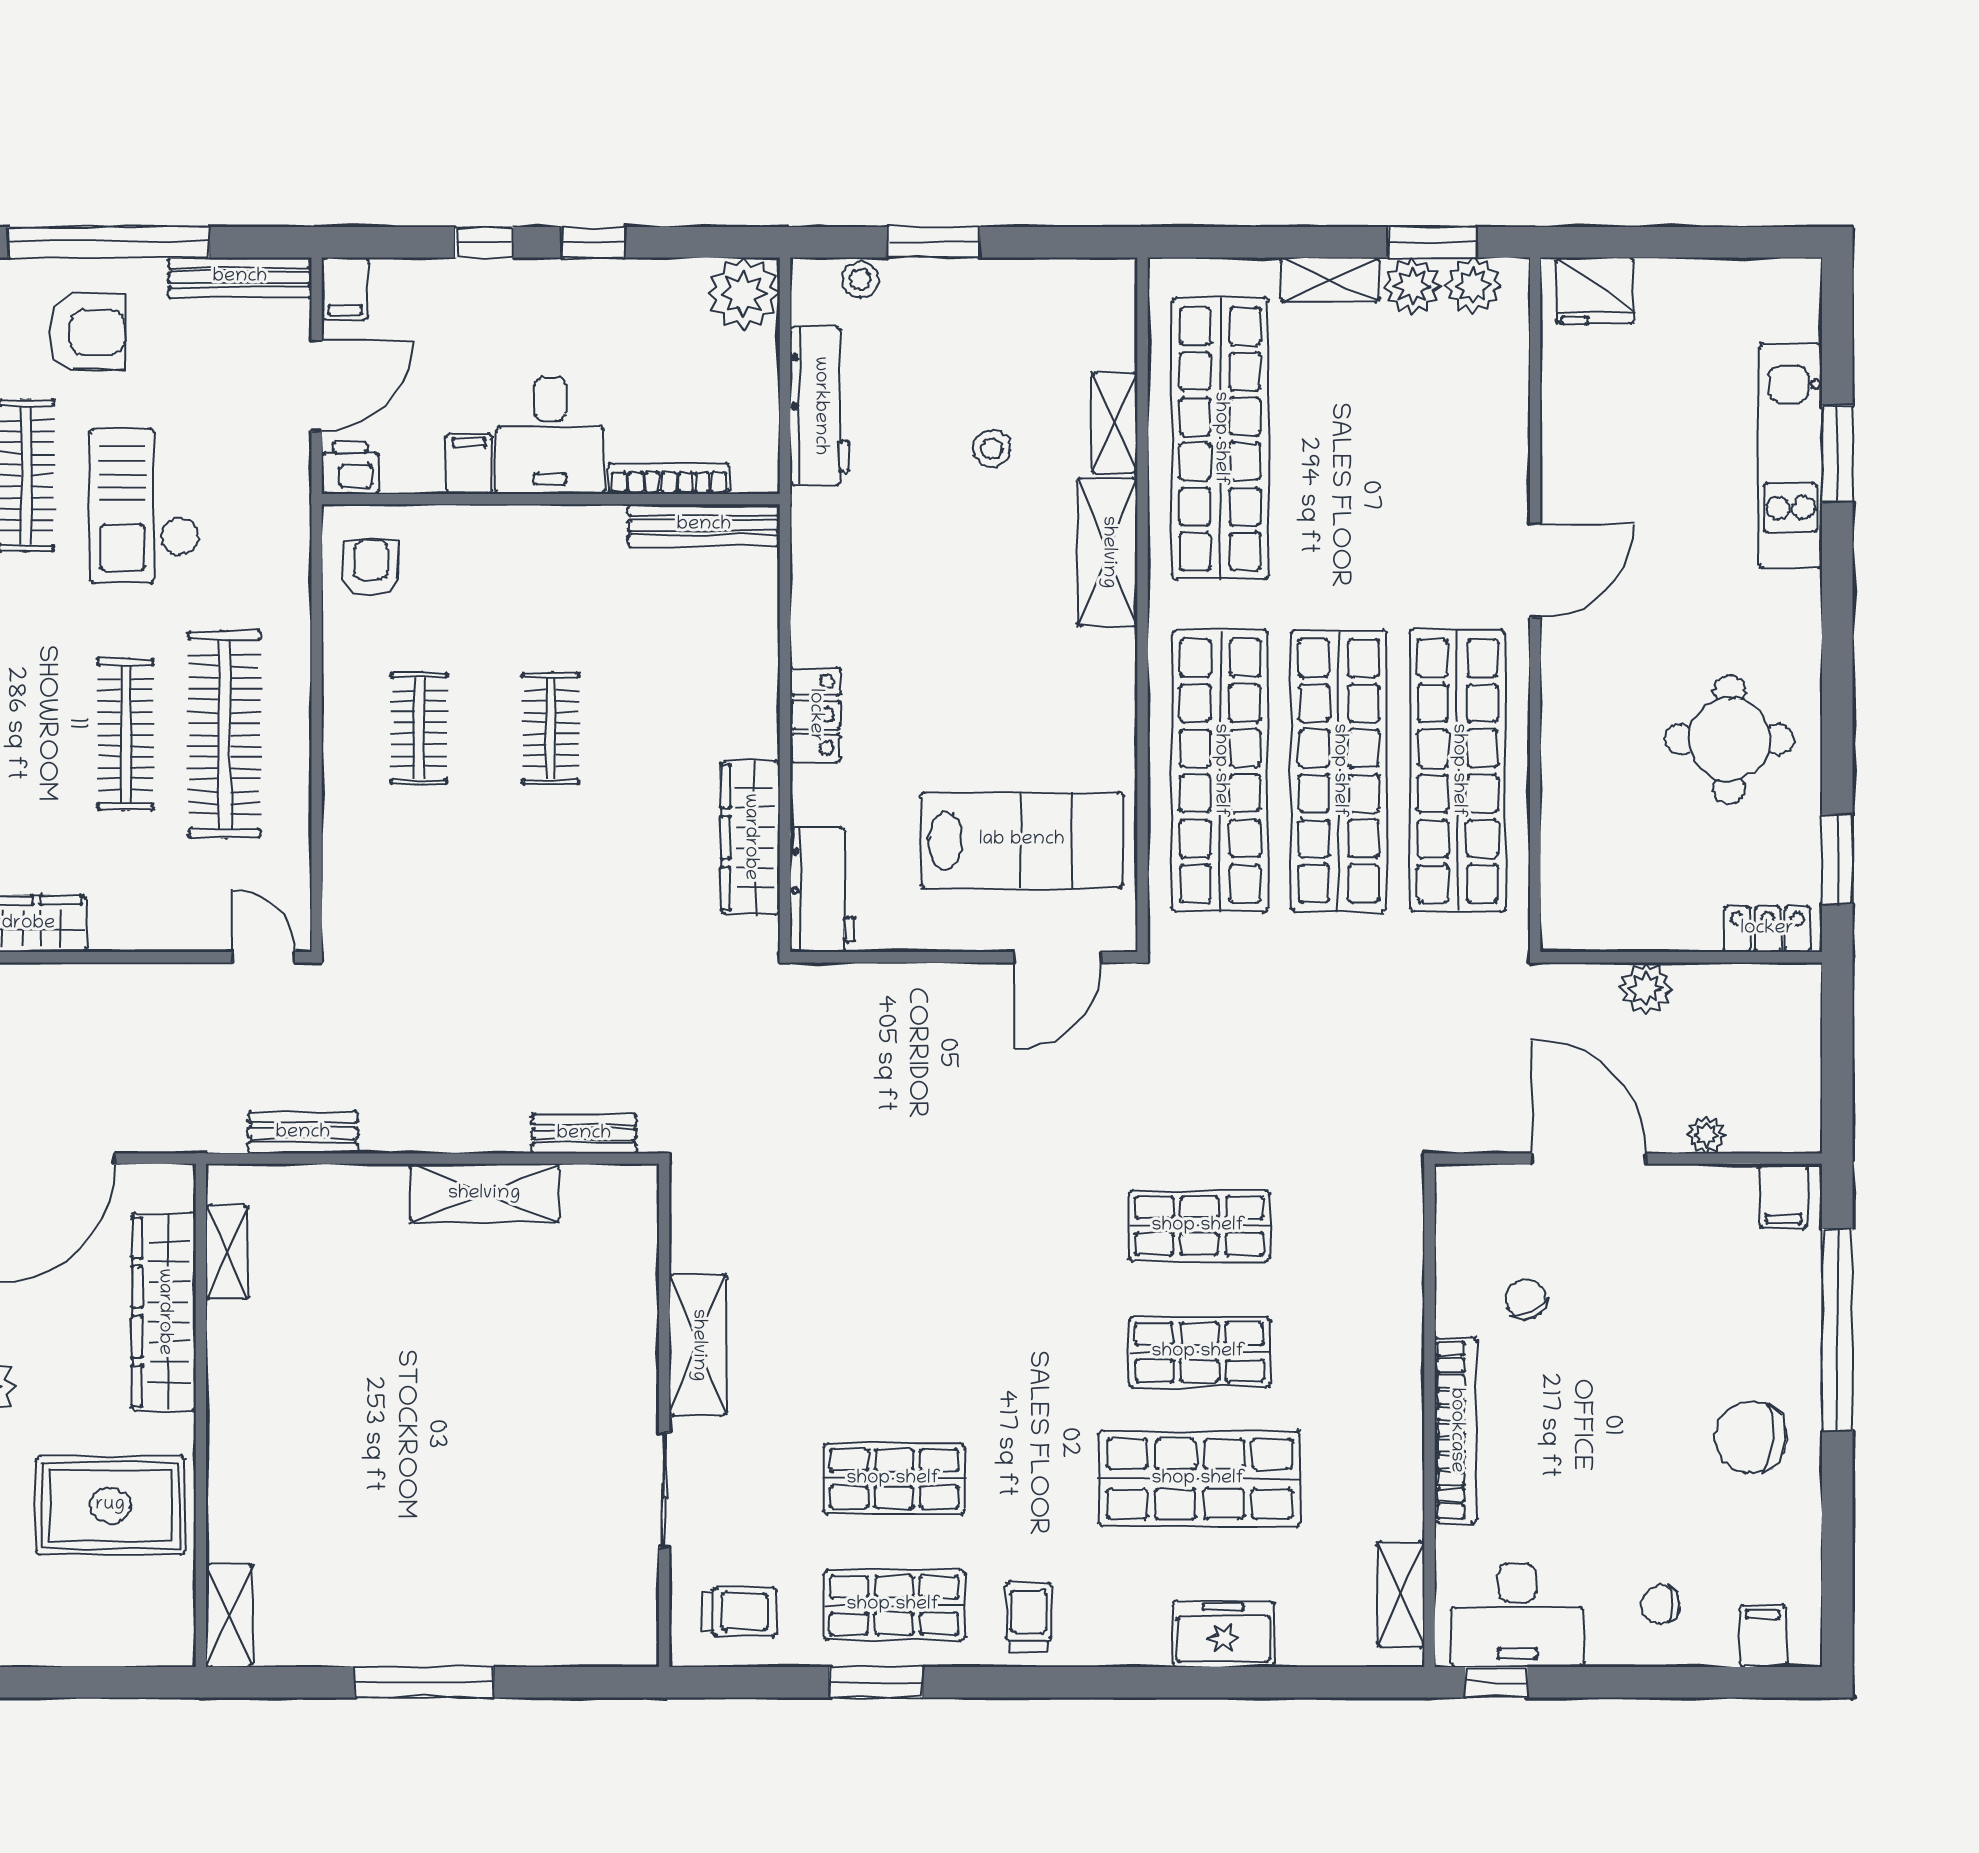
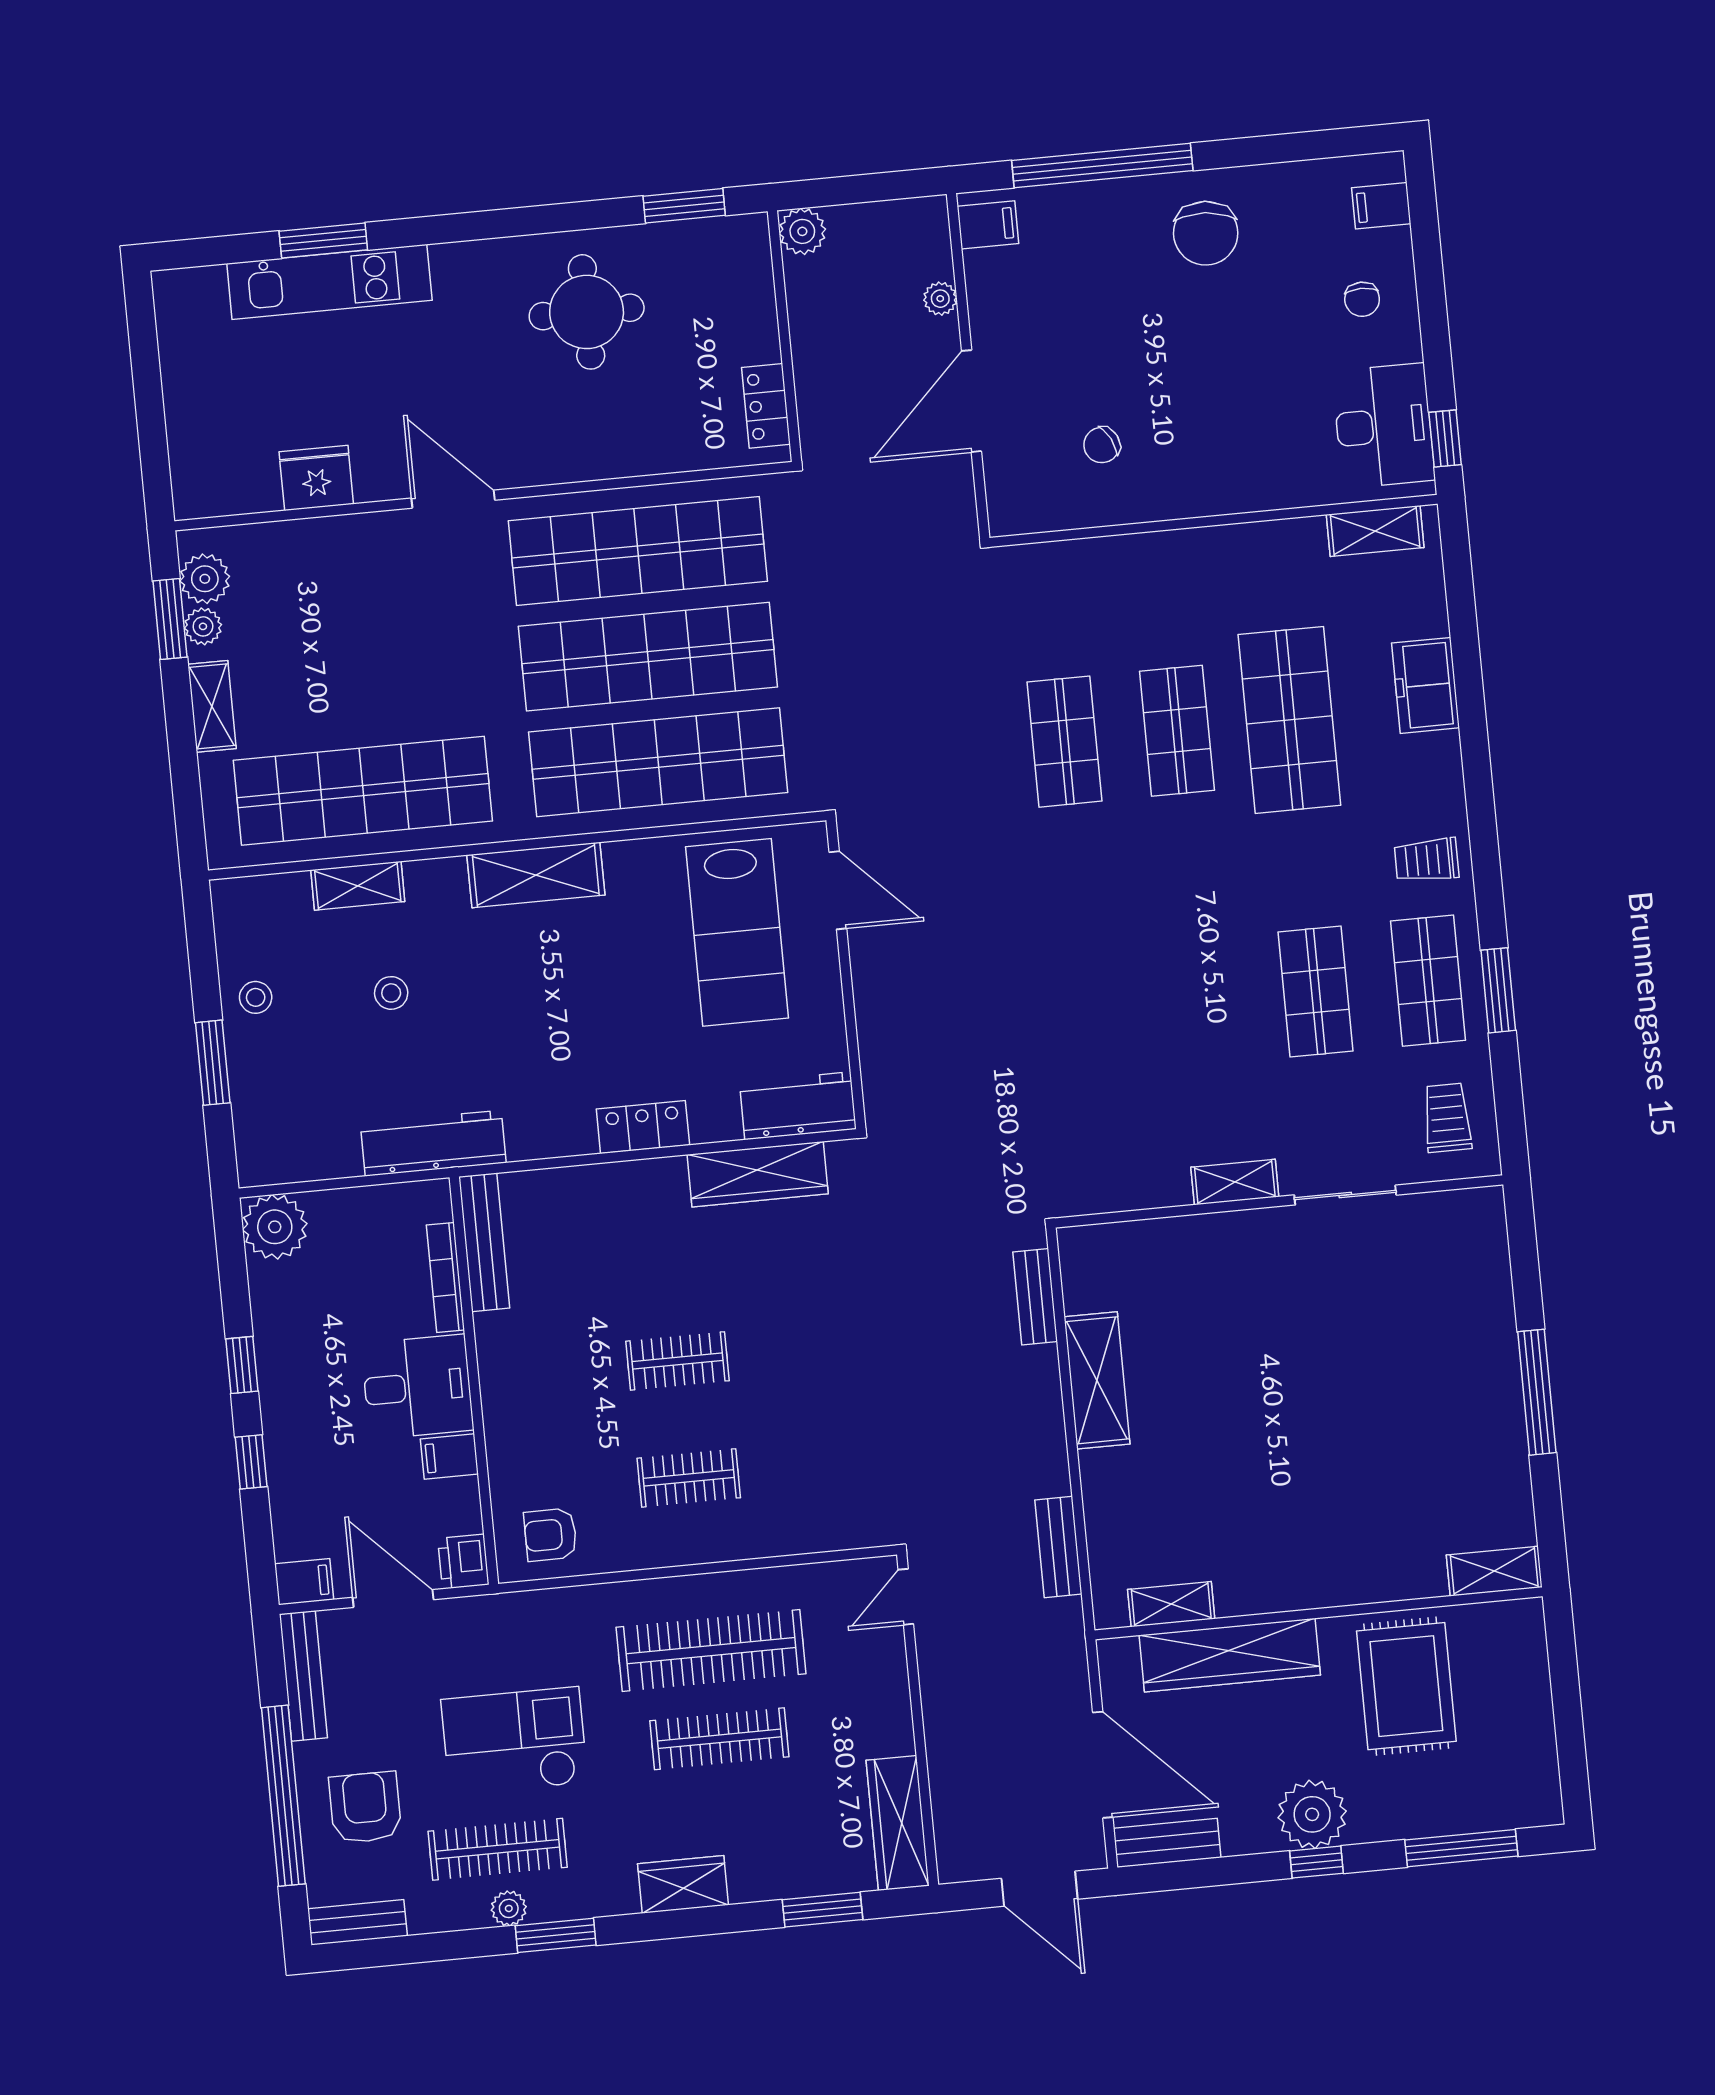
stool: (860, 279) -> (256, 997), moved
plant: (1412, 286) -> (203, 626), width x0.73, depth x0.73
fridge: (1595, 291) -> (316, 478), moved, turned -90
workbench: (820, 406) -> (433, 1143), moved
checkout: (145, 506) -> (514, 1741), turned 180
shelving: (1108, 552) -> (536, 875), moved
lab bench: (1022, 840) -> (737, 932), turned 180
locker: (1767, 929) -> (766, 406), moved
plant: (1645, 988) -> (802, 231), moved
shelving: (698, 1345) -> (1235, 1182), width x0.67, depth x0.75
bookcase: (1456, 1430) -> (1224, 496), removed

